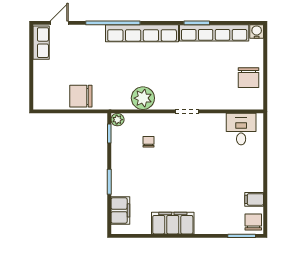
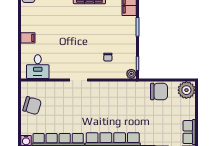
chair: (249, 78) -> (32, 106), turned 106
plant: (143, 98) -> (186, 90), moved
filing cabinet: (254, 199) -> (28, 38), moved

